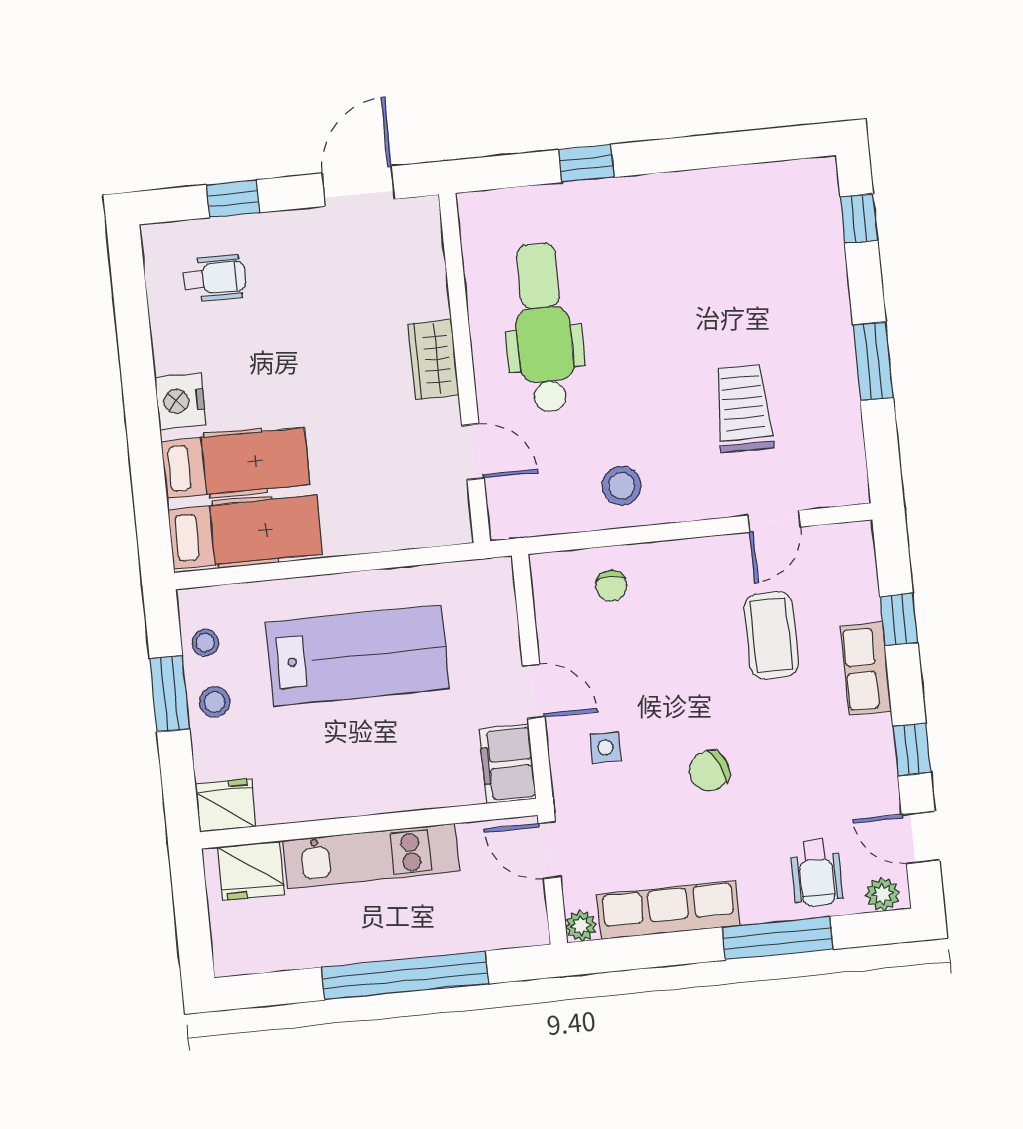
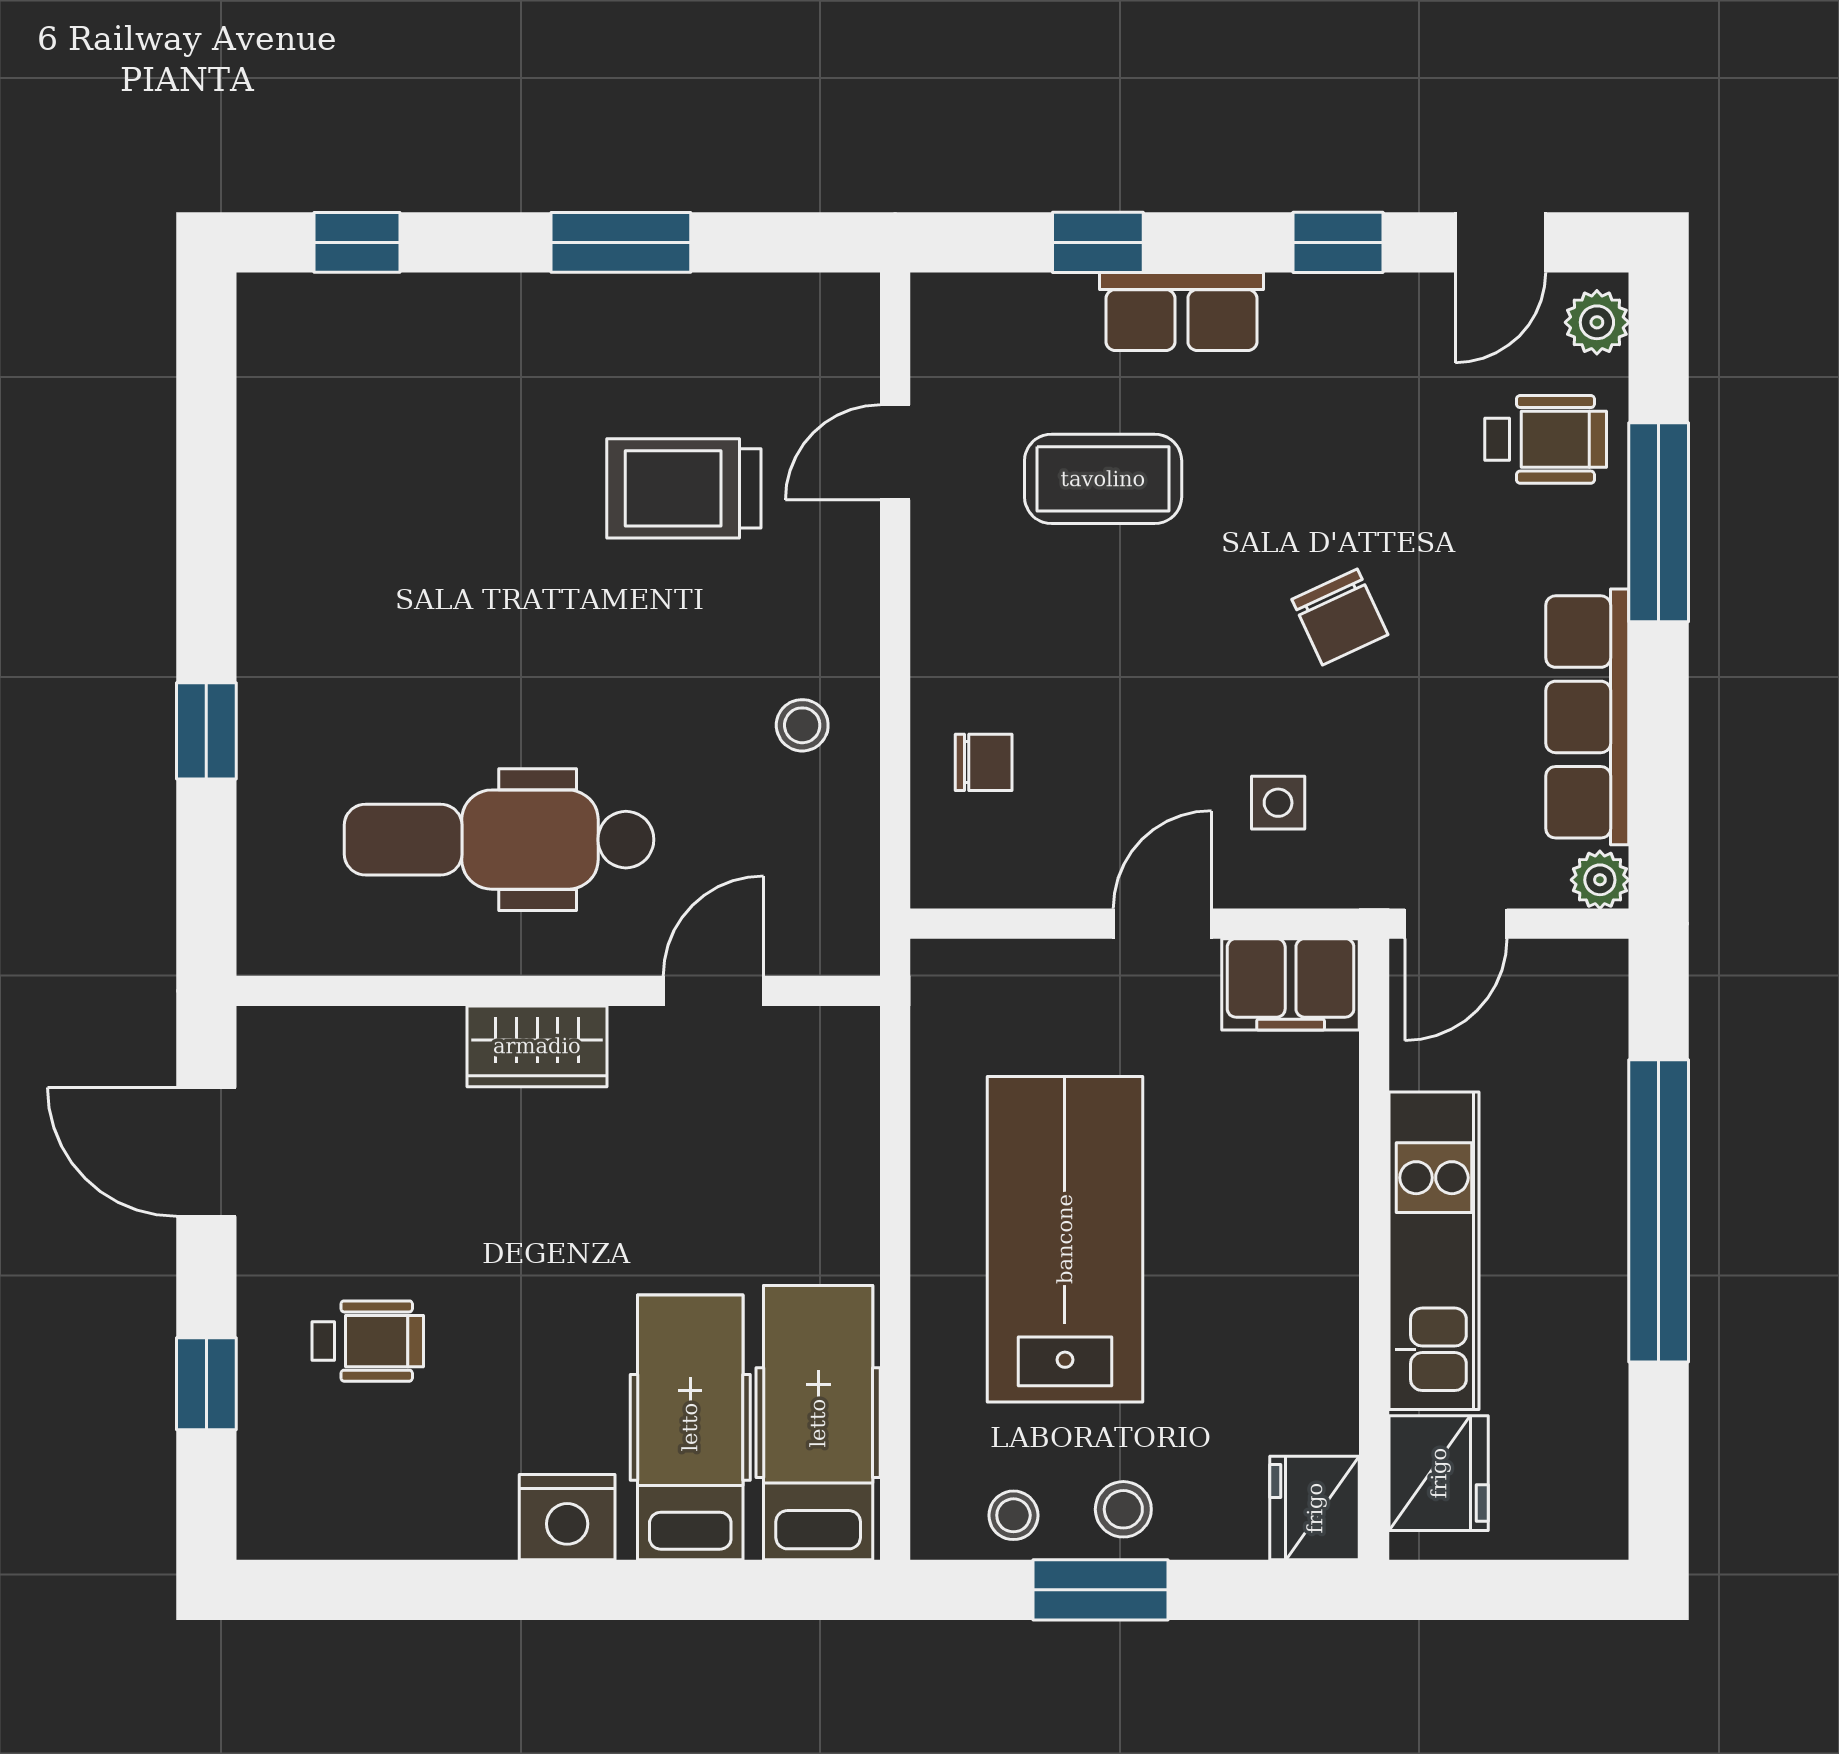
wheelchair: (215, 278) -> (368, 1341), moved, turned 90
stool: (622, 486) -> (802, 725), width x0.73, depth x0.73
door: (774, 521) -> (895, 452), swing flipped

